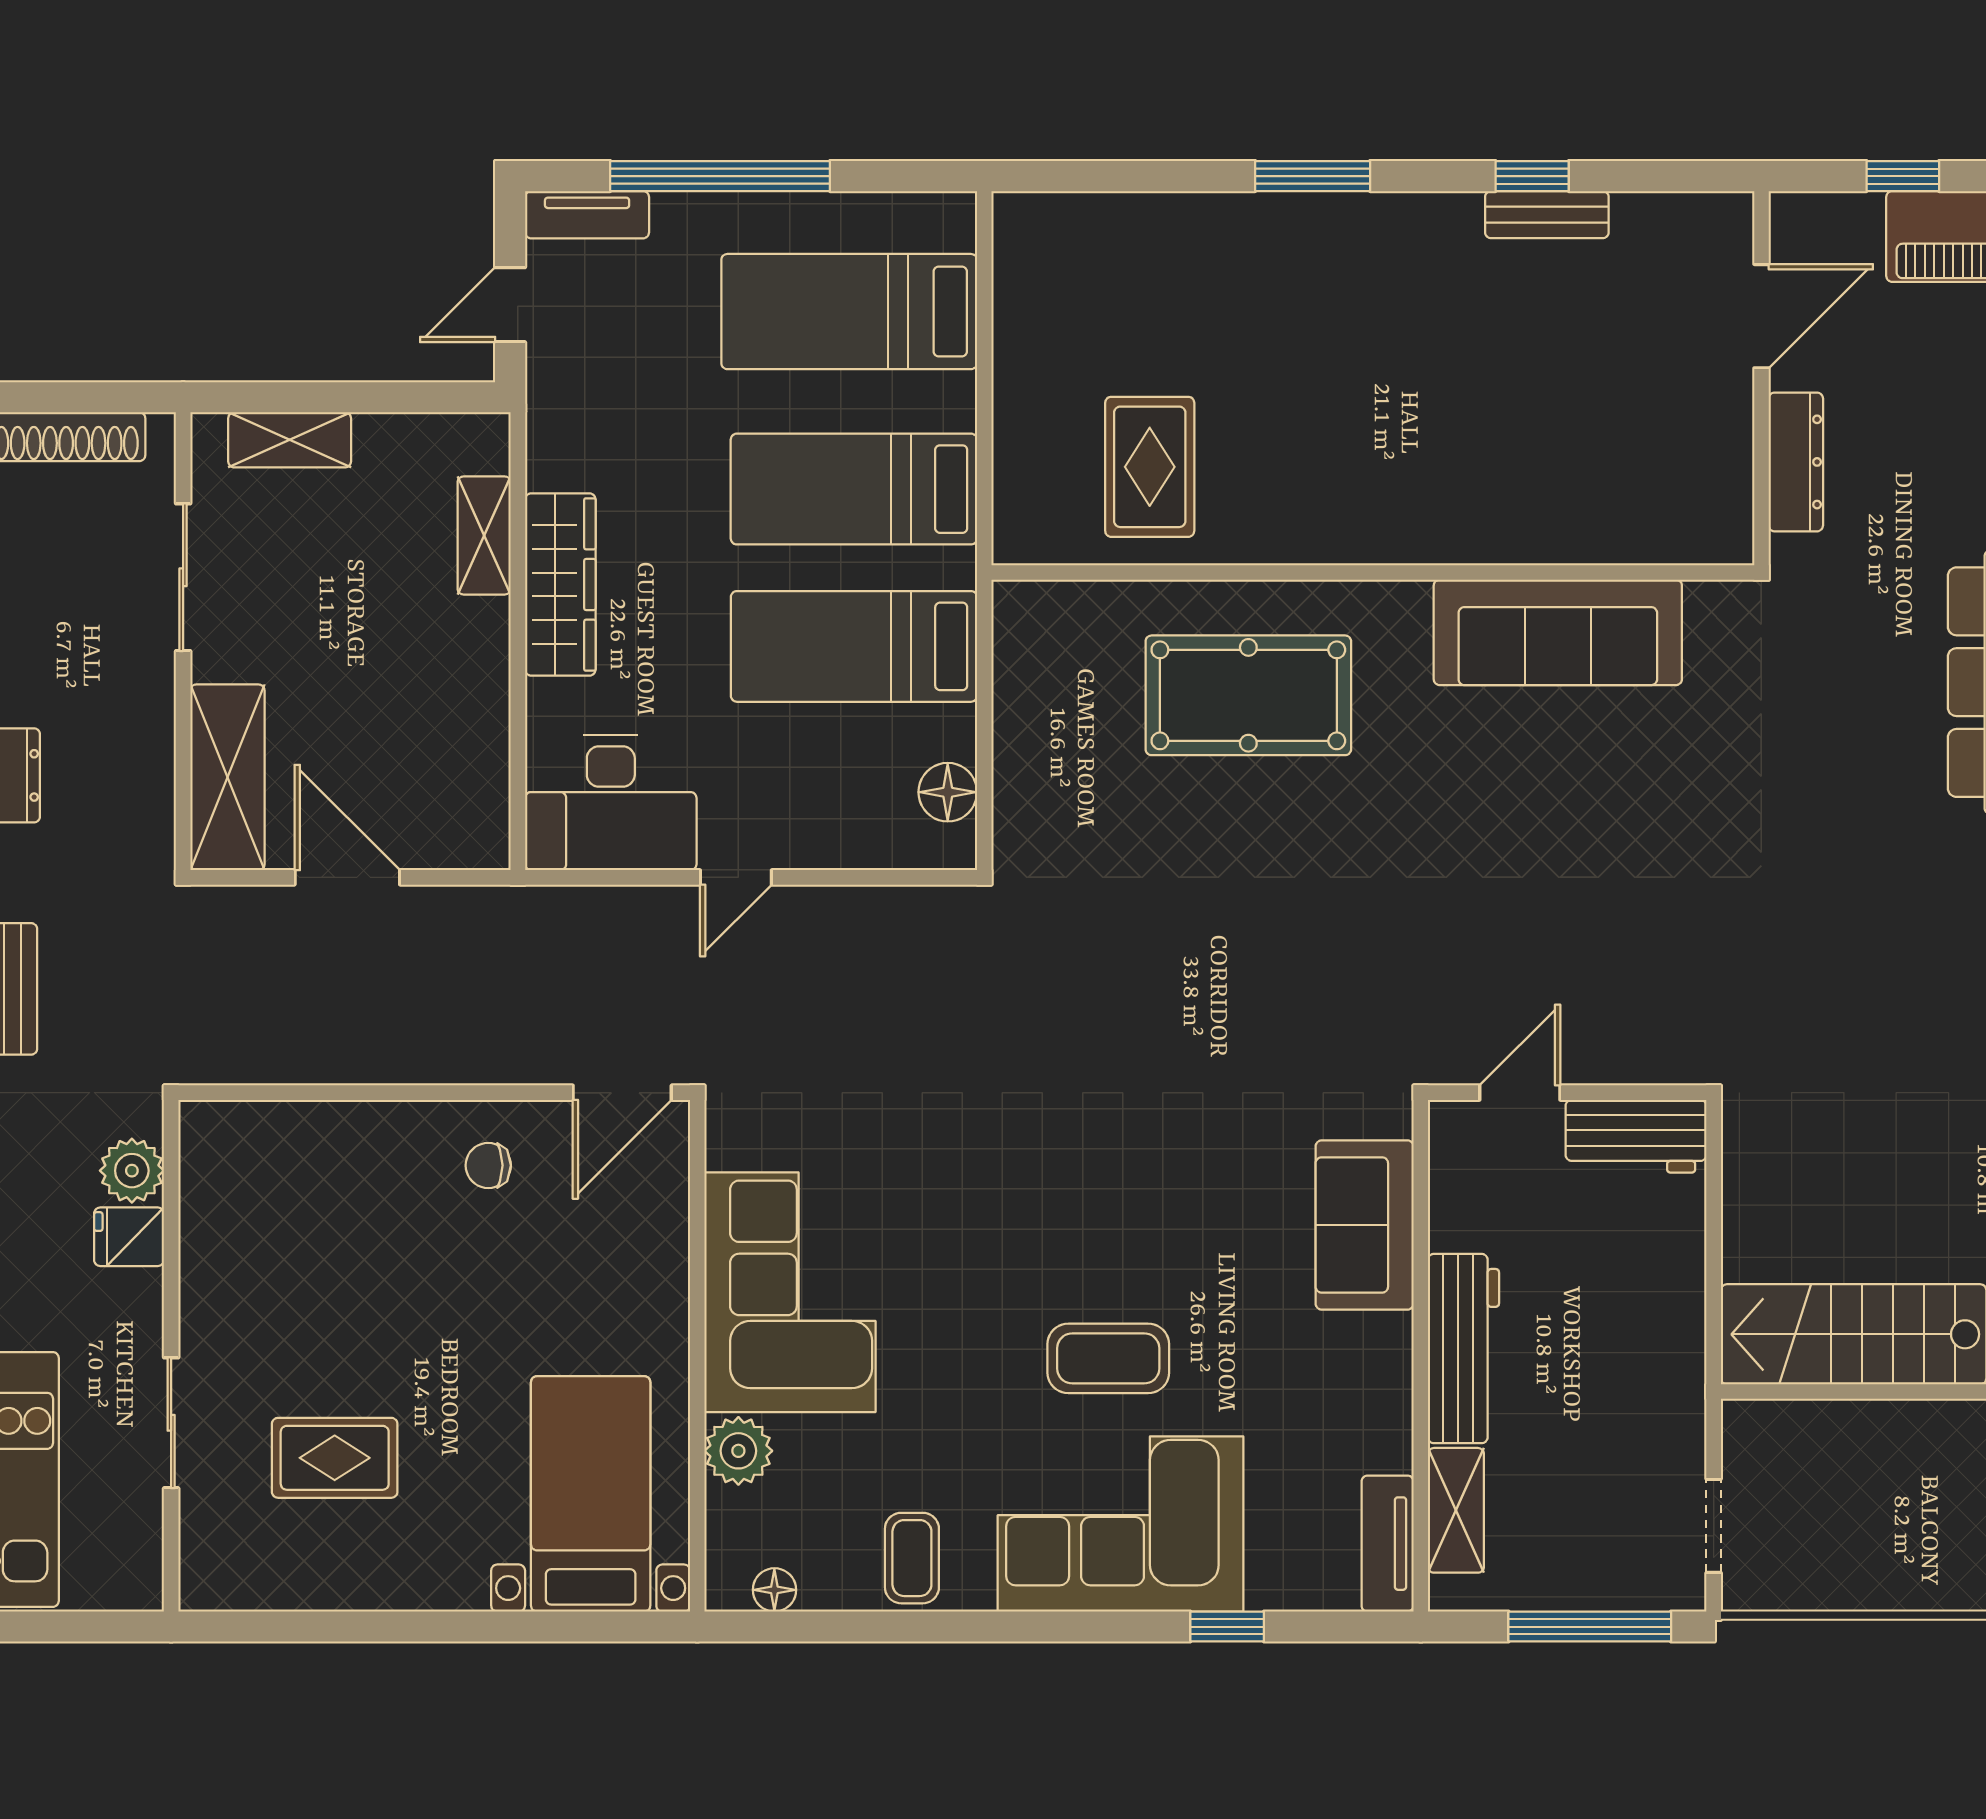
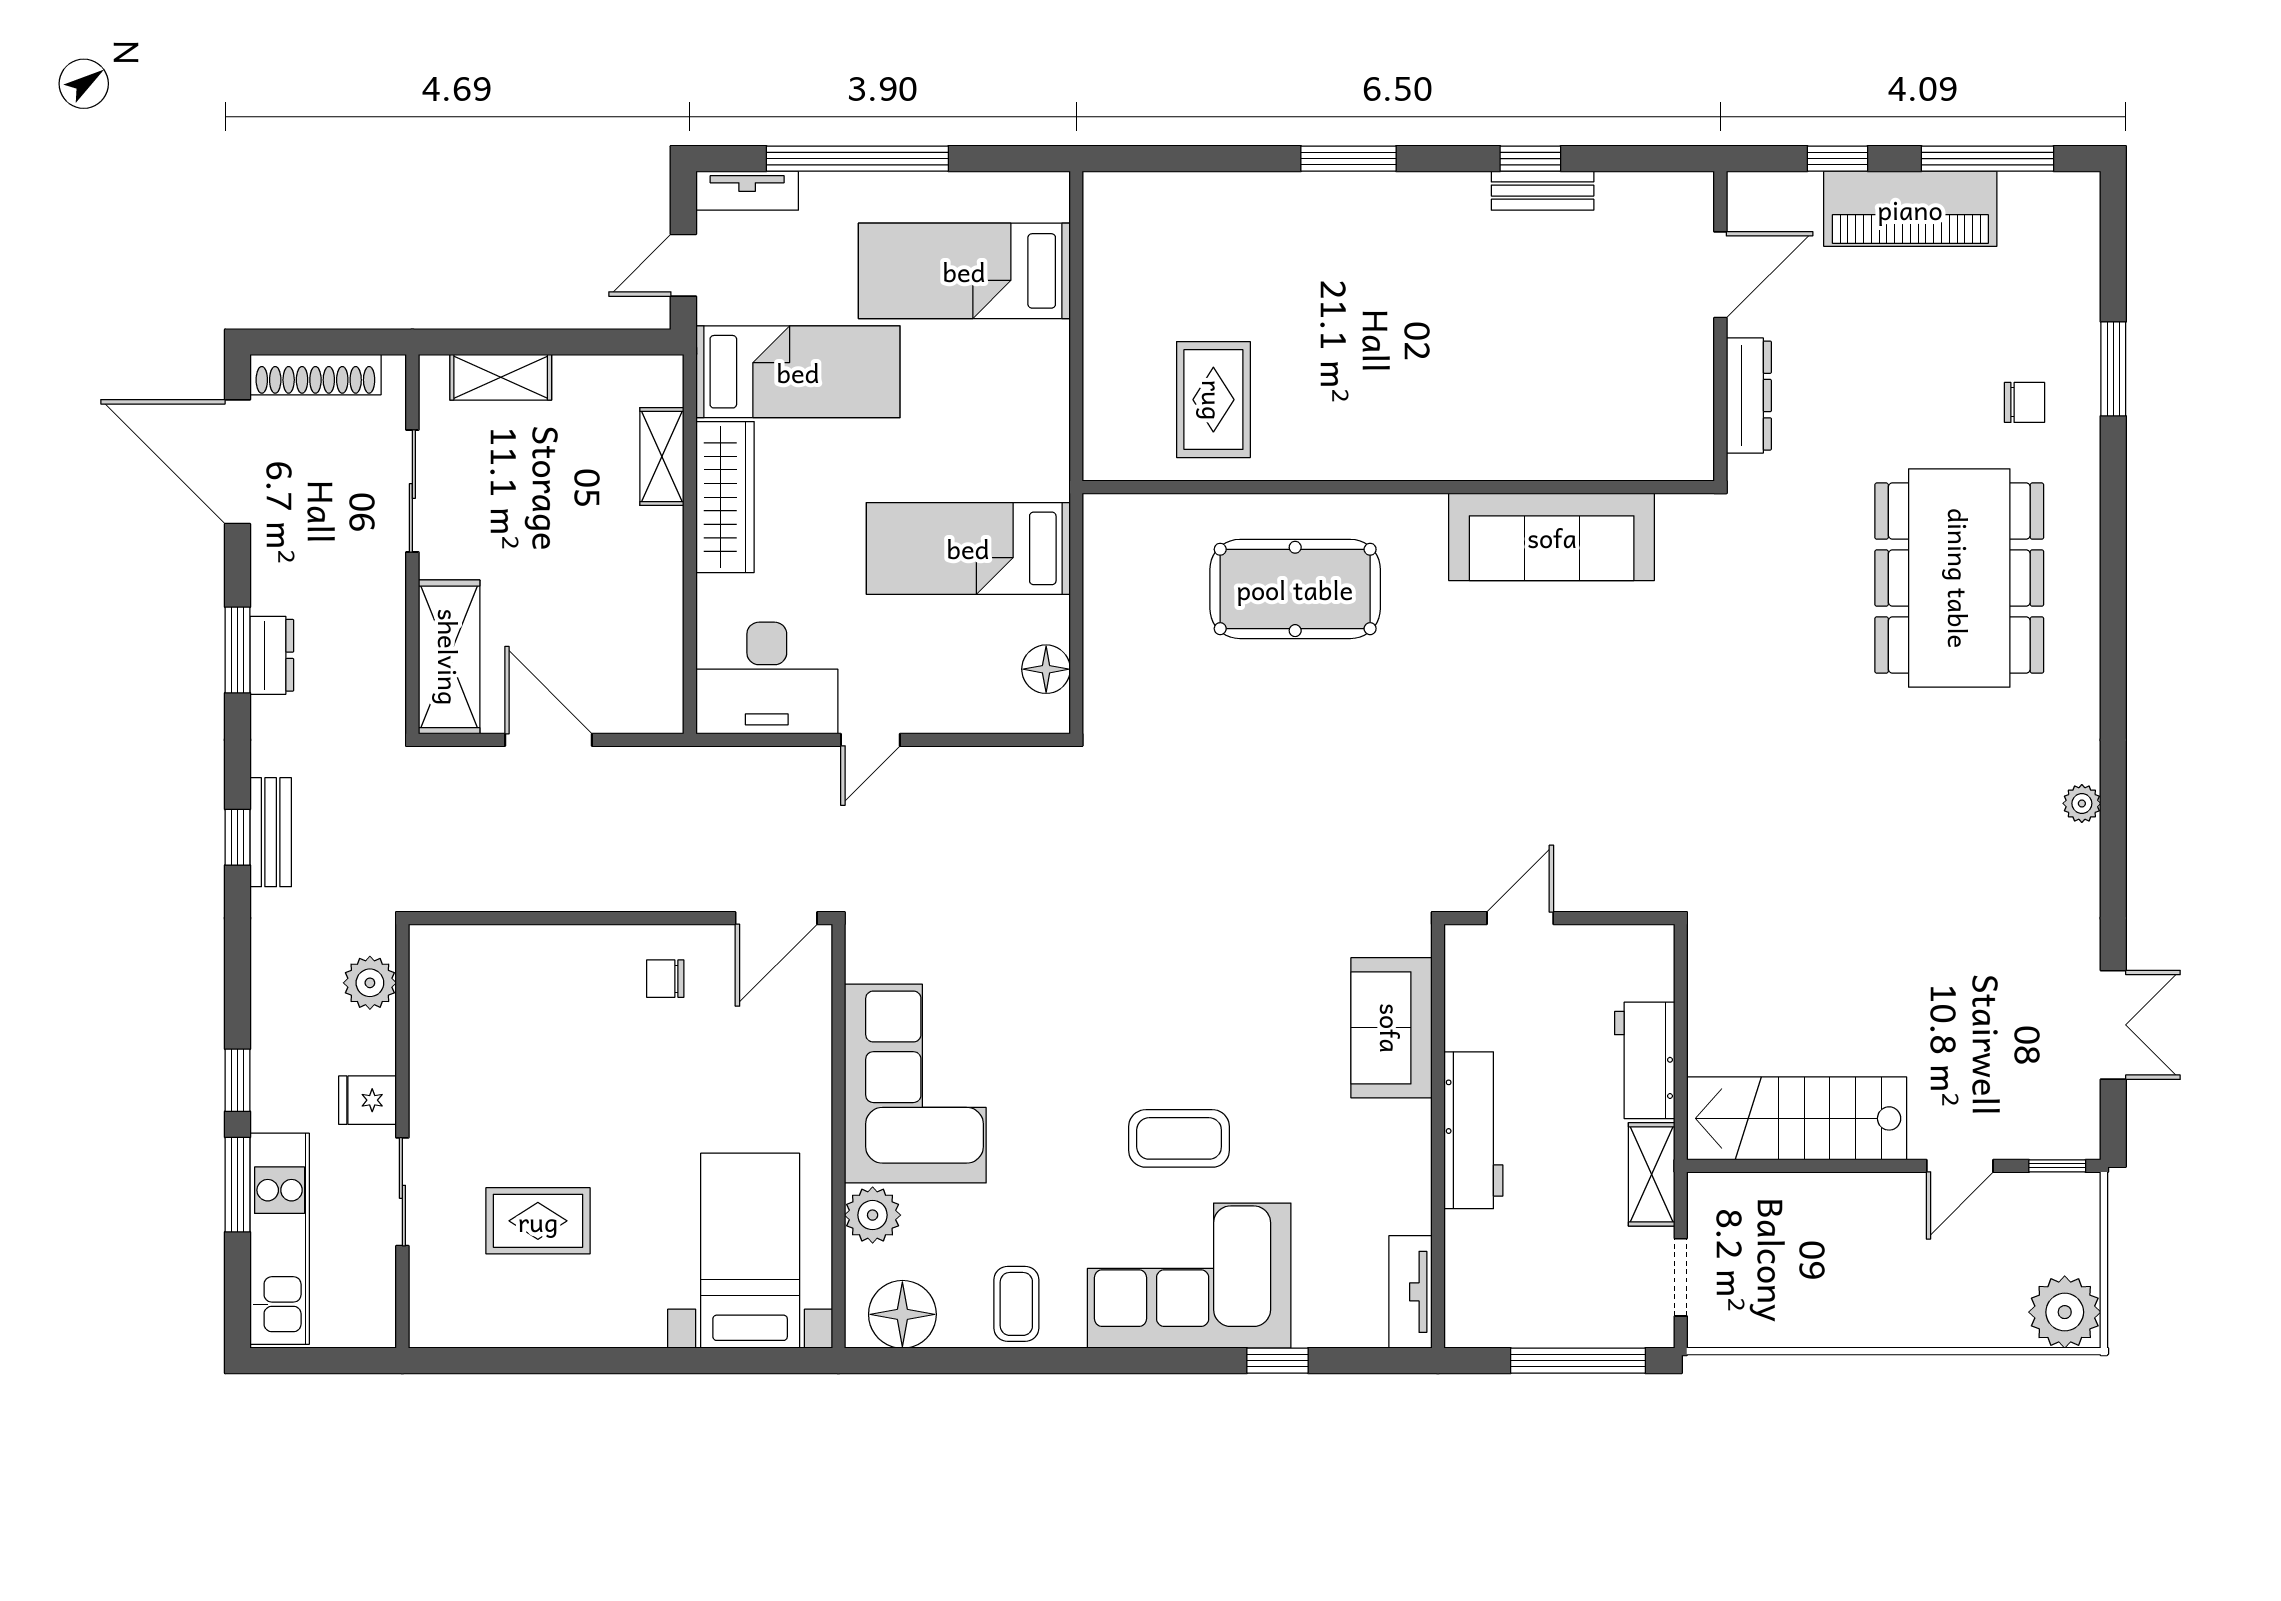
bed: (854, 489) -> (798, 372), moved, turned 180
workbench: (1636, 1136) -> (1645, 1060), moved, turned 90
fridge: (129, 1237) -> (368, 1100), moved
shelving: (1456, 1510) -> (1652, 1174), moved
floor lamp: (774, 1590) -> (902, 1314), width x1.89, depth x1.89

